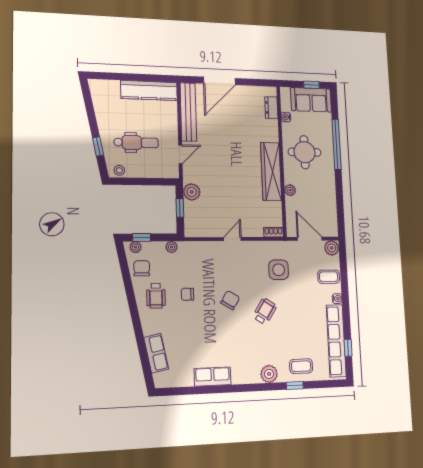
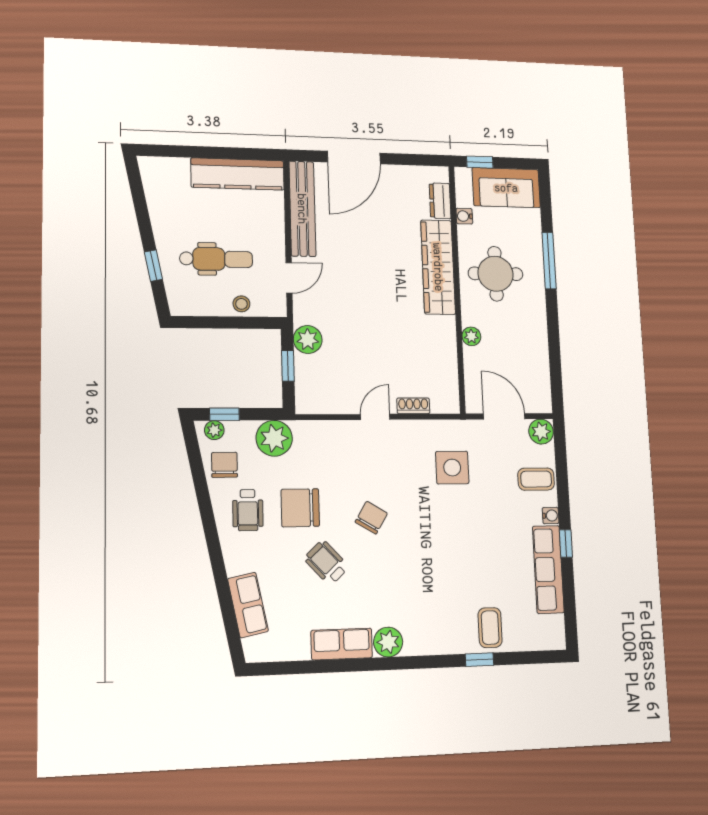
window: (311, 85) -> (480, 162), moved
window: (336, 144) -> (549, 261), width x0.68
stool: (119, 170) -> (241, 304), moved
wardrobe: (271, 171) -> (438, 267), moved
shoe rack: (273, 232) -> (413, 406), moved
plant: (172, 247) -> (274, 438), width x1.88, depth x1.88
chair: (187, 294) -> (300, 508), width x1.87, depth x1.87
wheelchair: (265, 311) -> (326, 563), moved, turned -76
row of seats: (336, 341) -> (548, 569), width x0.73
window: (348, 348) -> (566, 543), moved
coffee table: (301, 366) -> (490, 628), turned 90
plant: (269, 374) -> (388, 642), moved

